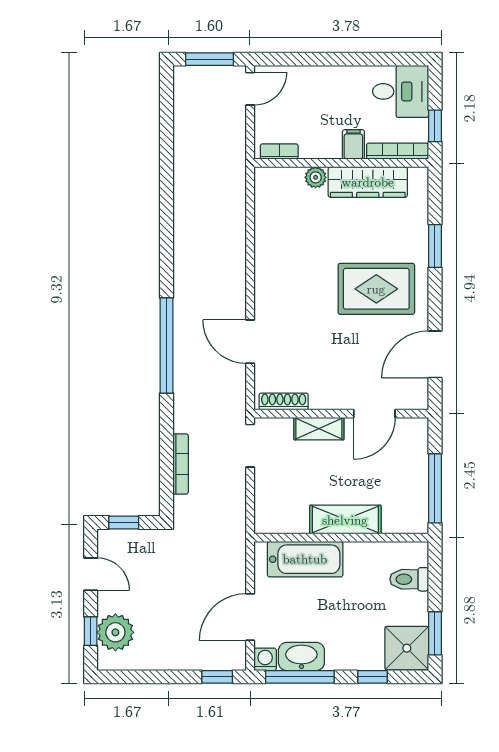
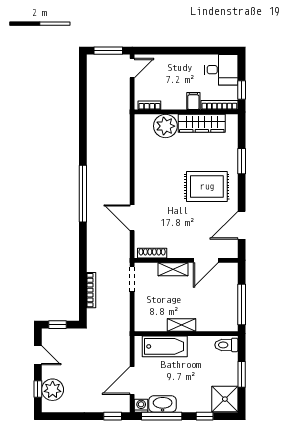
plant: (316, 177) -> (165, 126), width x1.88, depth x1.88
window: (167, 345) -> (83, 194), moved
shelving: (345, 520) -> (182, 325), width x0.67, depth x0.75
toilet: (409, 579) -> (226, 345), moved
window: (435, 633) -> (242, 374), moved

